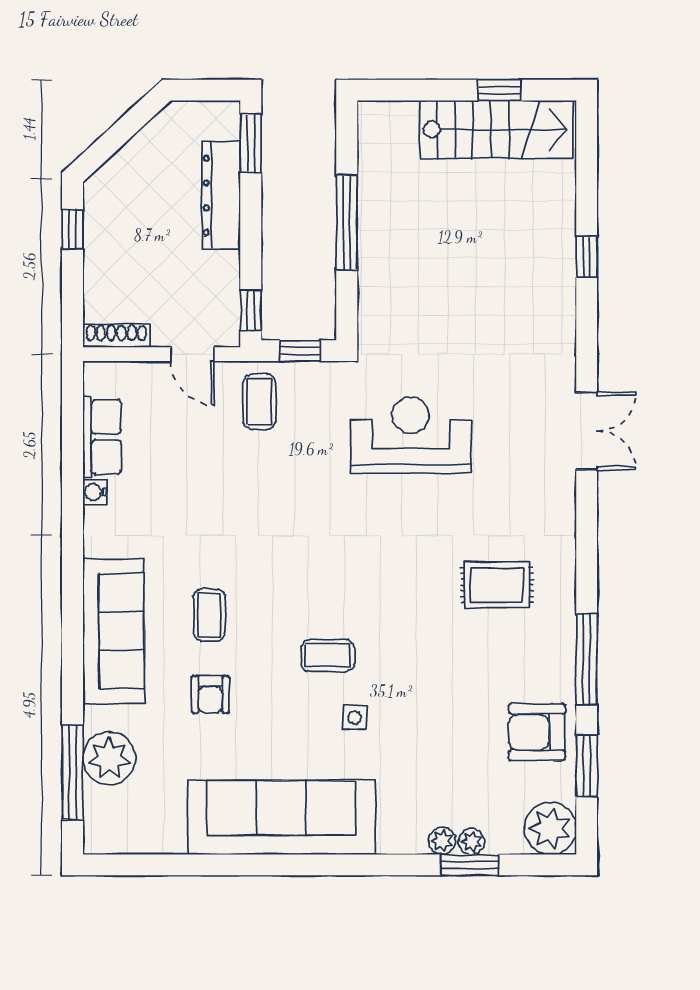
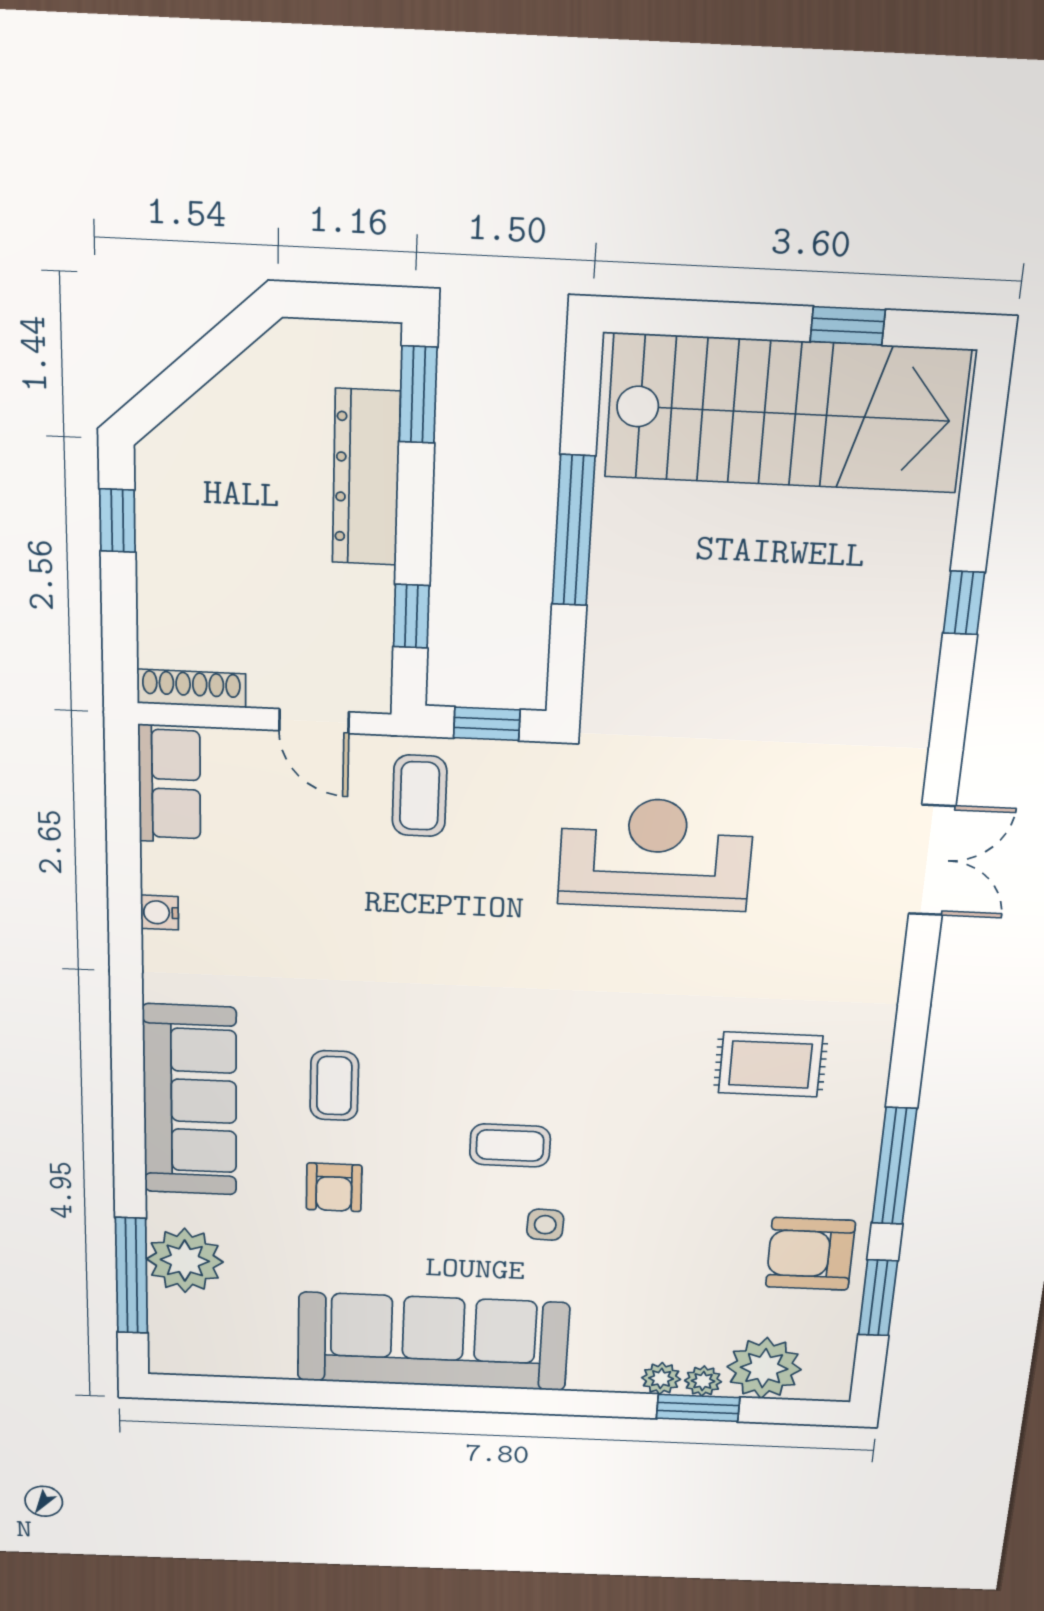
stairs: (496, 129) -> (787, 413), width x1.36, depth x1.51
window: (251, 310) -> (411, 616), moved
row of seats: (102, 437) -> (169, 784), moved
plant: (550, 828) -> (764, 1368), moved

